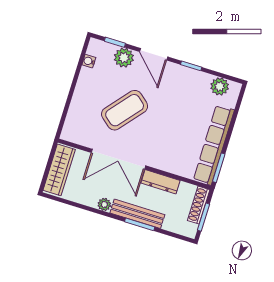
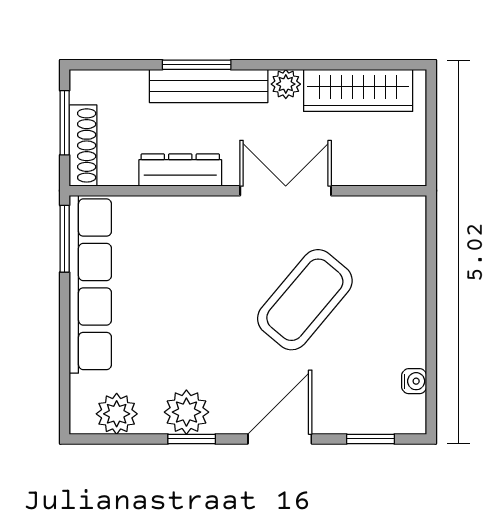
door: (154, 54) -> (280, 439), hinge flipped
plant: (124, 58) -> (186, 412), moved
double door: (118, 159) -> (286, 191), width x0.73
wardrobe: (59, 170) -> (358, 90), moved, turned -90

